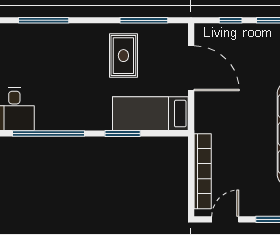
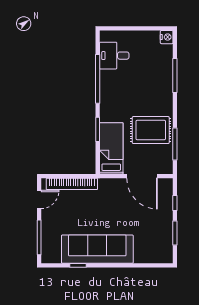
rug: (123, 56) -> (151, 130), width x1.36, depth x1.43
door: (191, 68) -> (142, 176), hinge flipped
door: (225, 219) -> (39, 199), hinge flipped

